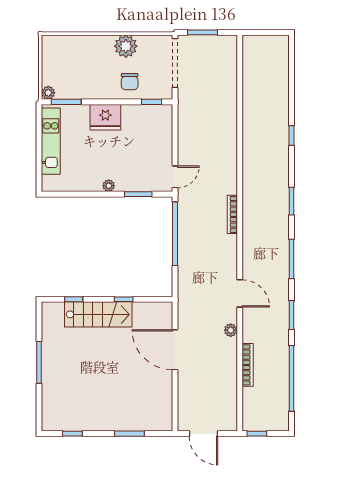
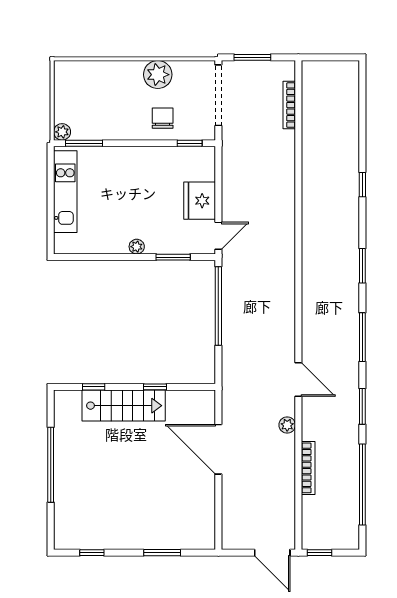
chair: (130, 82) -> (163, 118), turned 180
fridge: (105, 117) -> (200, 201), moved, turned 90
bookcase: (232, 214) -> (289, 105), moved
window: (39, 362) -> (51, 465), width x1.46
door: (203, 434) -> (272, 553), moved

